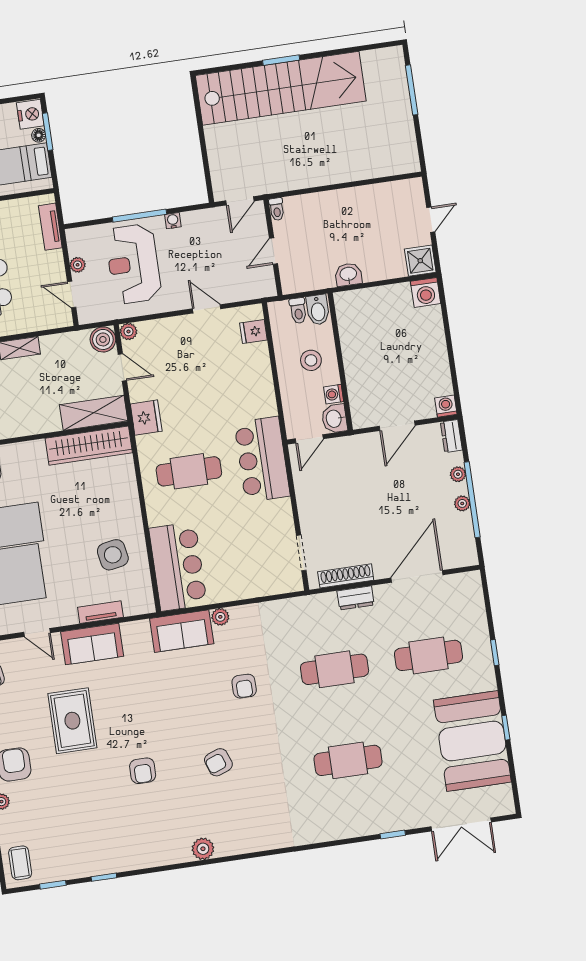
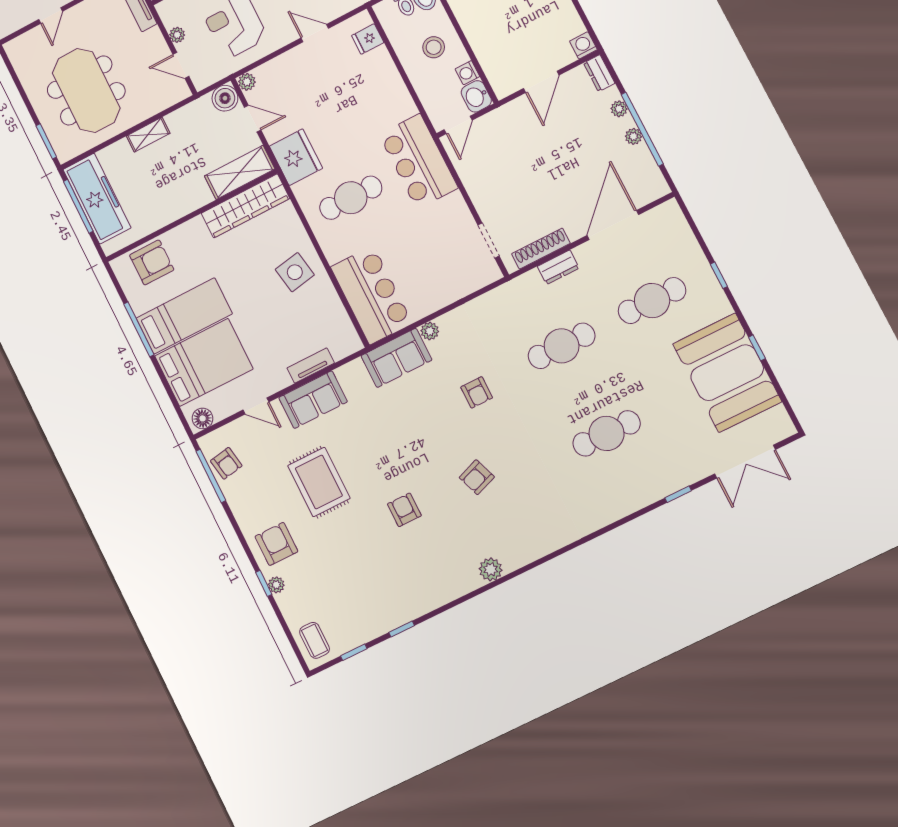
fridge: (146, 418) -> (296, 157), width x1.36, depth x1.34
side table: (113, 555) -> (295, 272), moved
armchair: (143, 771) -> (404, 510), turned 180

